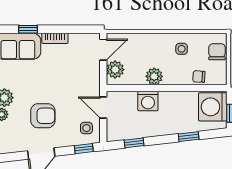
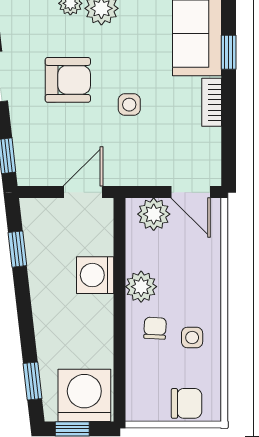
chair: (199, 77) -> (155, 328), moved
armchair: (43, 116) -> (68, 80), turned -90
side table: (86, 128) -> (129, 105), moved
window: (189, 137) -> (33, 381), moved

